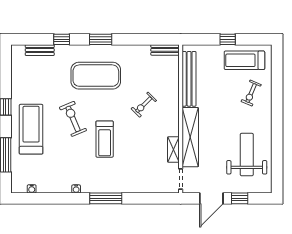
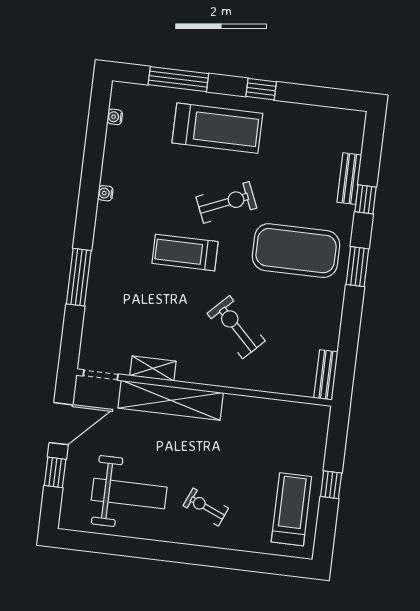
bench: (40, 50) -> (349, 179), moved
exercise mat: (96, 76) -> (296, 251), turned 90
bench: (189, 79) -> (271, 410), removed
exercise bike: (251, 93) -> (206, 507), moved
exercise bike: (144, 105) -> (236, 327), width x1.38, depth x1.39
window: (106, 198) -> (79, 277), moved
door: (211, 198) -> (61, 424), swing flipped

